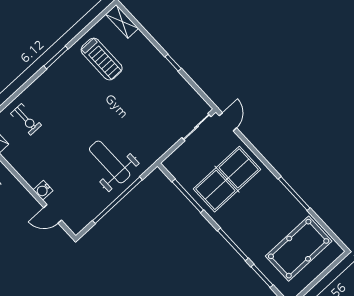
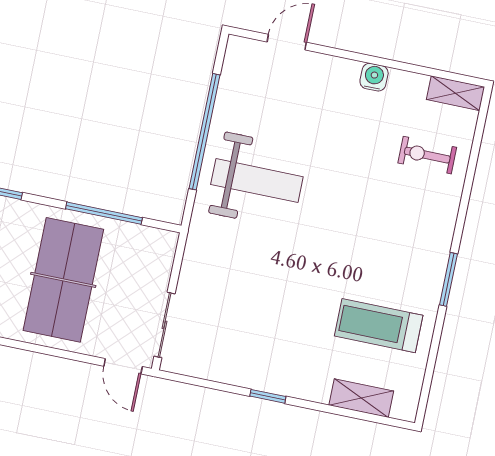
shelving: (122, 21) -> (361, 398), moved
water cooler: (43, 190) -> (374, 77), moved

